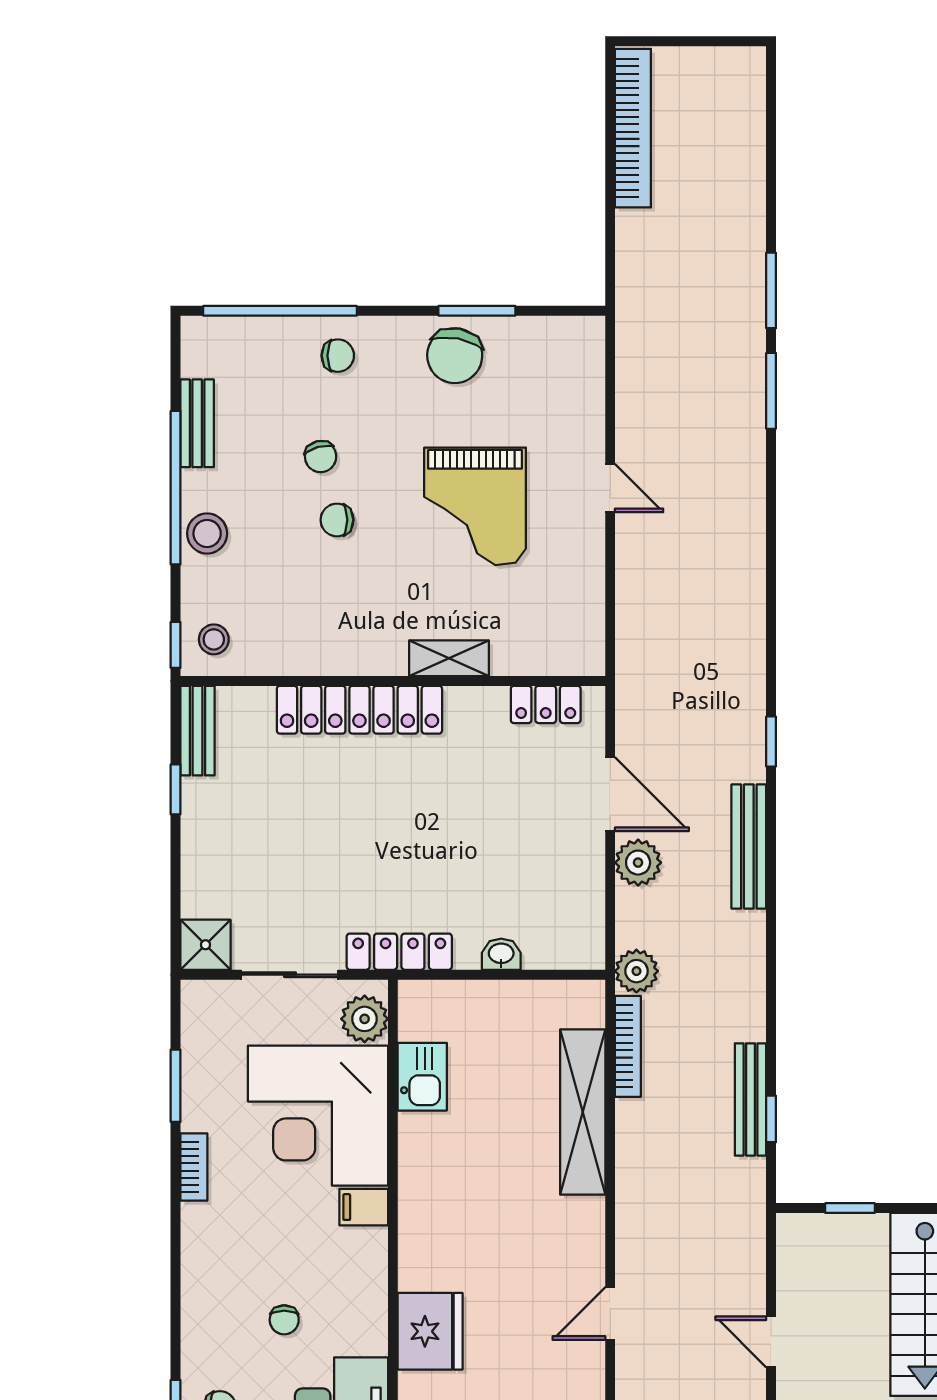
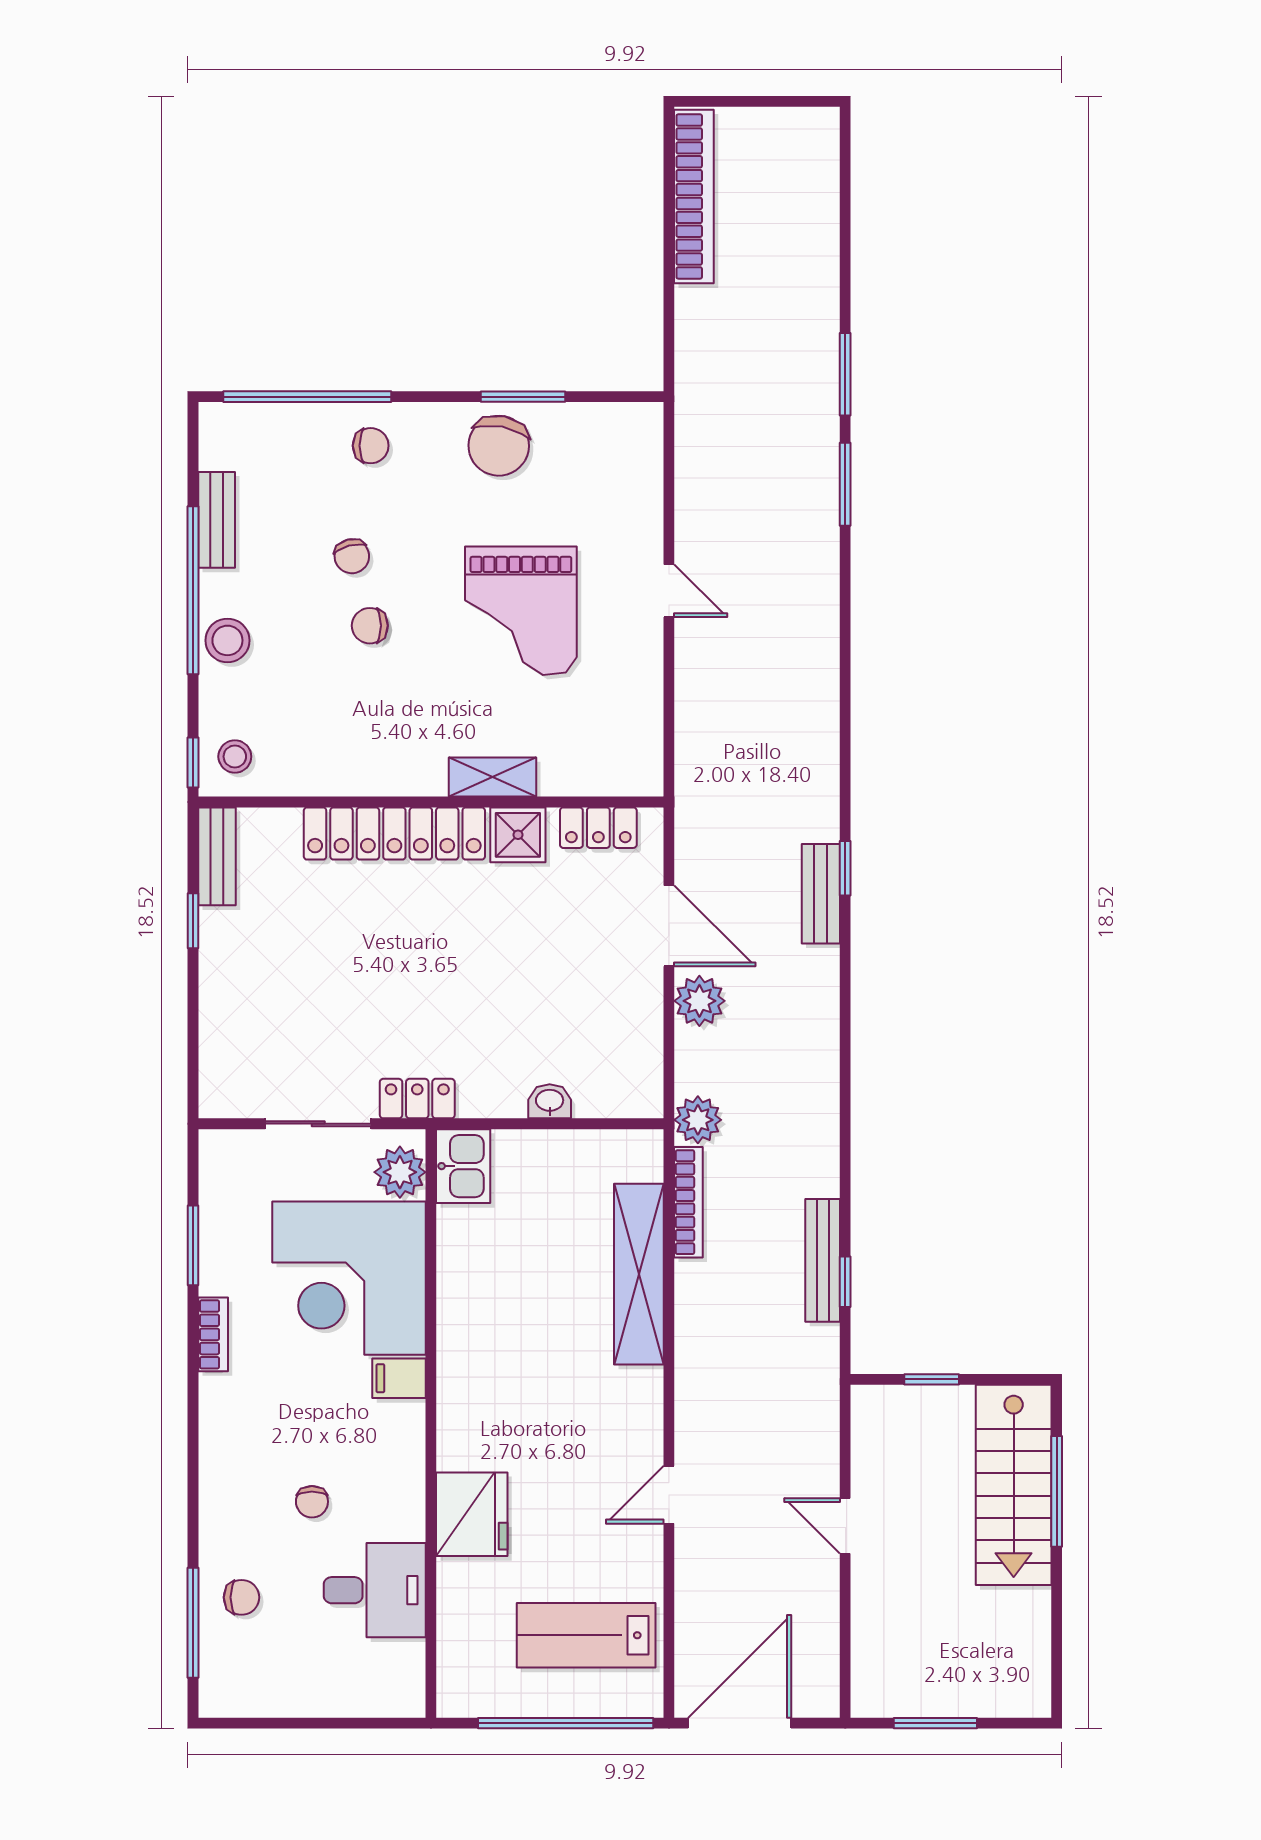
bench: (749, 846) -> (821, 894), moved, width x0.73
shower: (206, 945) -> (518, 835), moved
locker: (399, 952) -> (417, 1099), width x0.66
kitchen sink: (422, 1077) -> (463, 1166), moved

